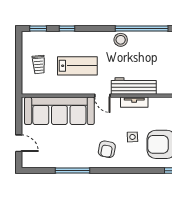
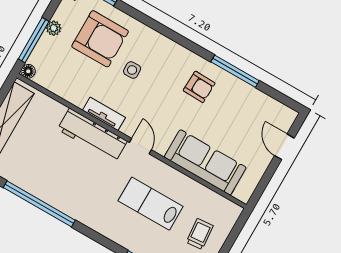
stool: (121, 40) -> (75, 205), removed
sofa: (59, 111) -> (205, 162), width x0.74, depth x0.79
armchair: (107, 149) -> (199, 87), moved, turned 81

